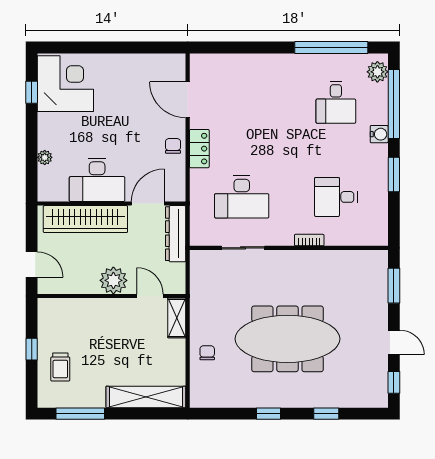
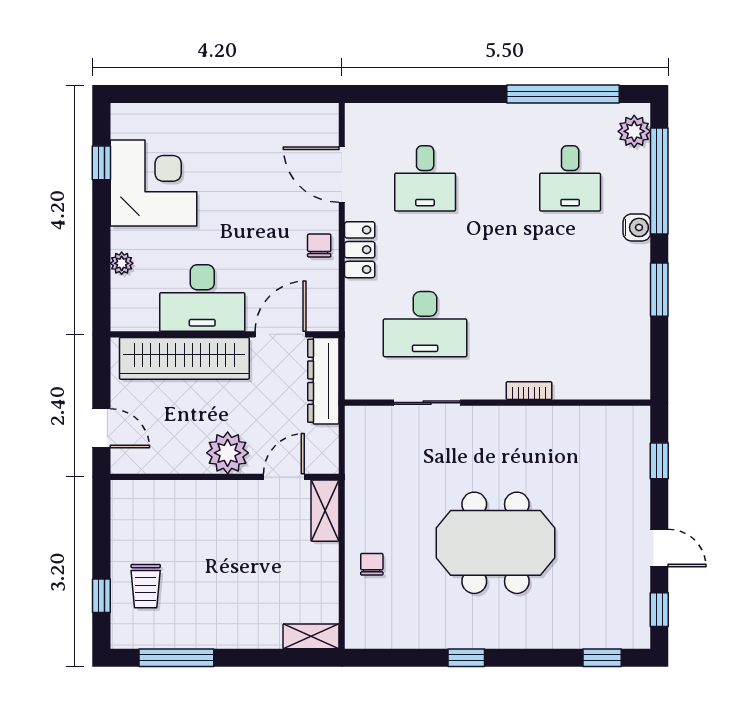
corner desk: (65, 84) -> (153, 183), moved
desk: (336, 197) -> (425, 178), moved, turned -90
window: (394, 286) -> (659, 461), width x0.67
door: (150, 296) -> (284, 477), hinge flipped
meeting table: (287, 339) -> (496, 543), width x0.73
window: (32, 349) -> (101, 596), moved
shelving: (146, 397) -> (311, 636), width x0.45, depth x0.75
window: (326, 414) -> (602, 658), moved

